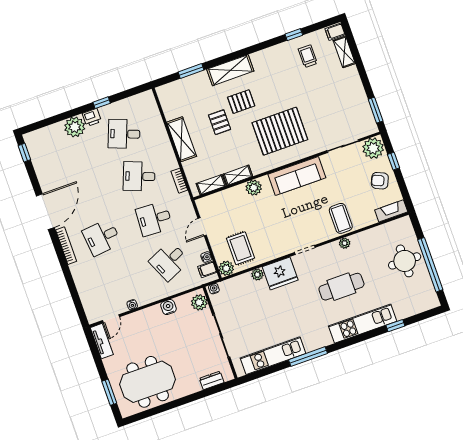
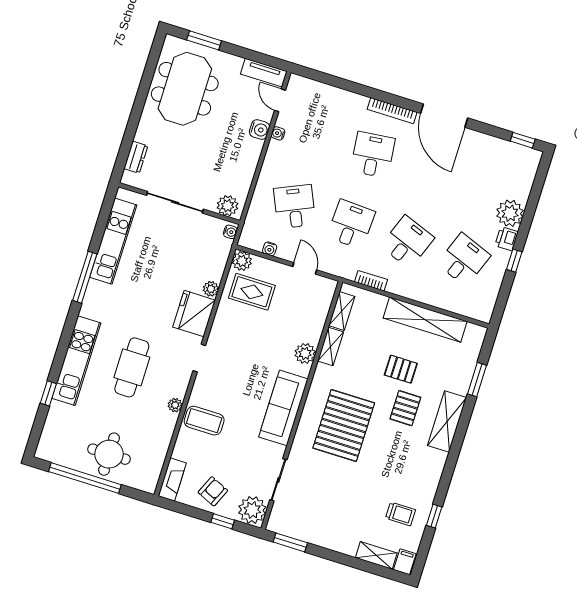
shelving: (182, 139) -> (425, 320), width x1.47
filing cabinet: (207, 269) -> (256, 240), removed
water cooler: (168, 307) -> (259, 130), moved

